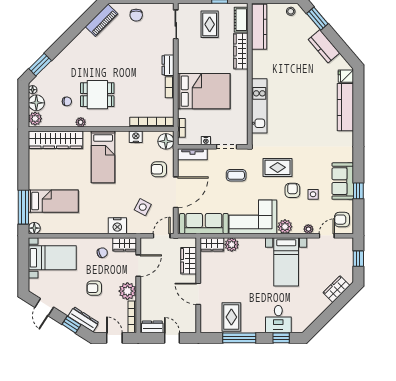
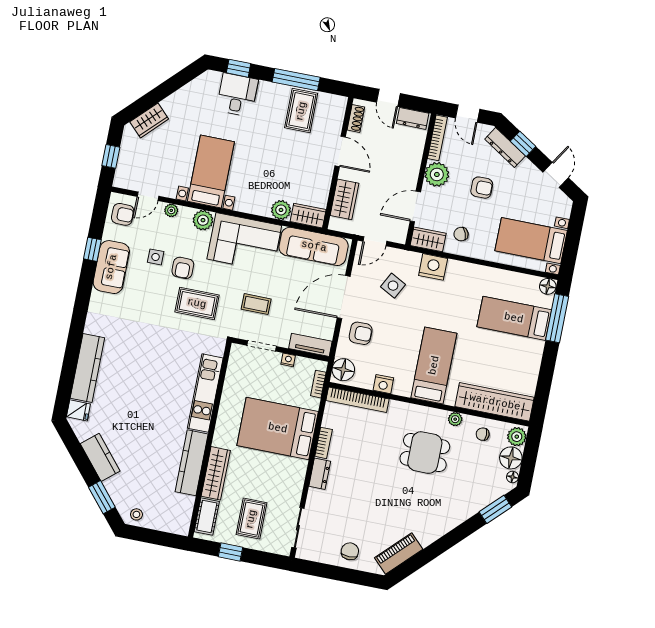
kitchen counter: (259, 27) -> (192, 463), moved
chair: (67, 101) -> (483, 434), moved
shoe rack: (192, 319) -> (356, 119), added

